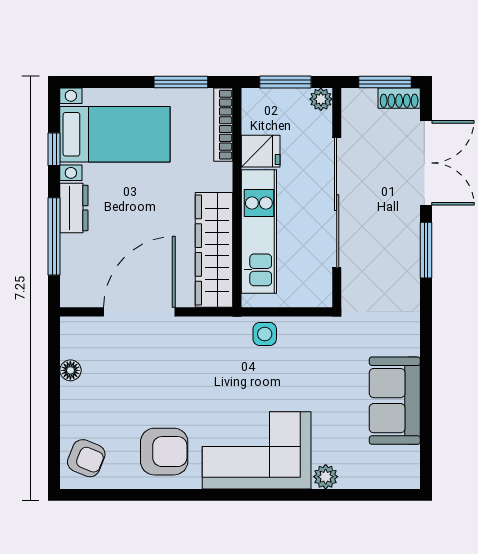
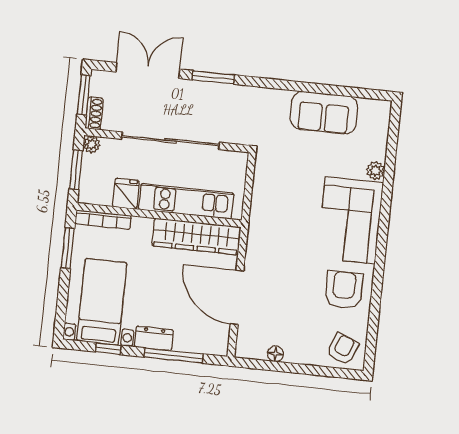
shoe rack: (399, 98) -> (94, 113), moved
side table: (265, 334) -> (264, 205), removed

